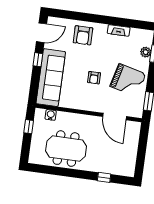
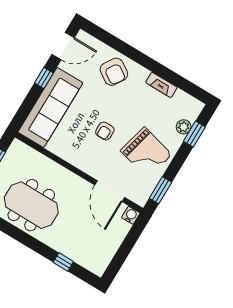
armchair: (83, 35) -> (114, 72), turned -57
water cooler: (51, 115) -> (131, 215), moved

